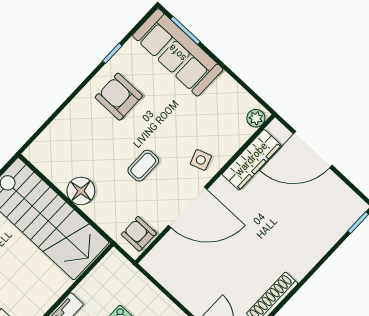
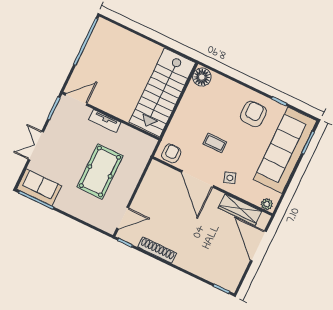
sofa: (178, 52) -> (285, 150), width x1.36, depth x1.27
floor lamp: (81, 191) -> (202, 77), moved

